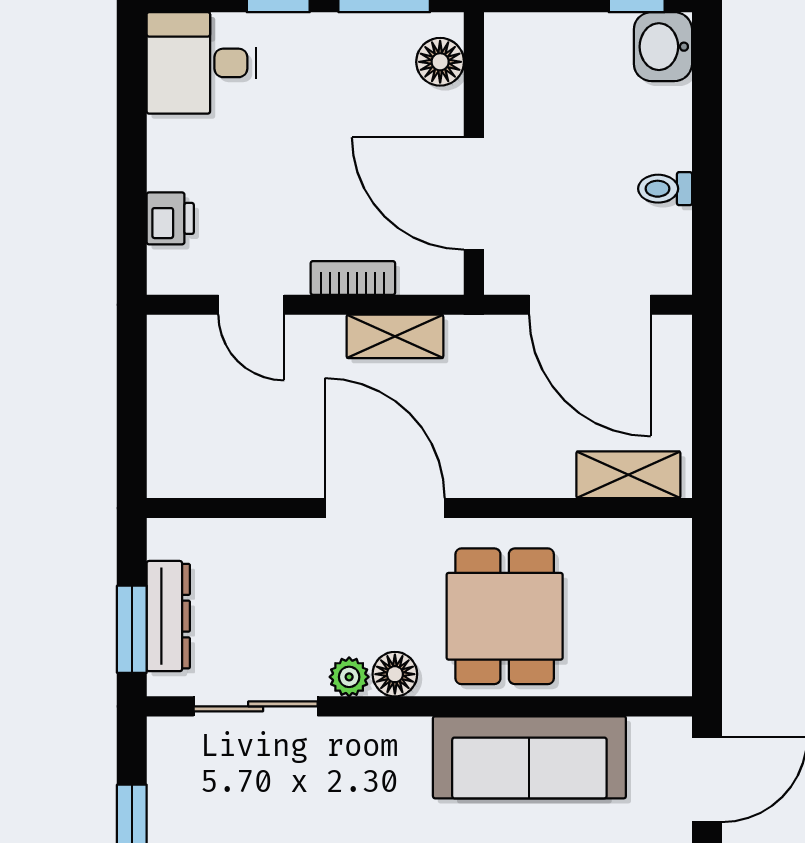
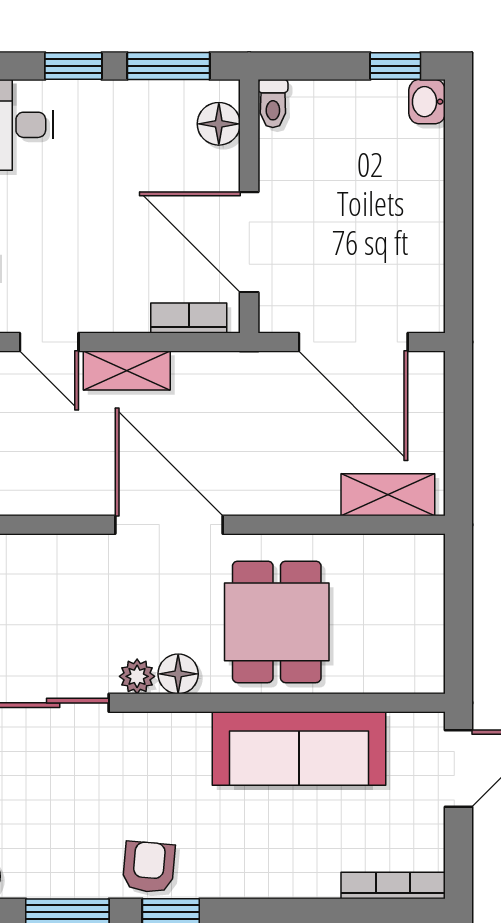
washbasin: (663, 47) -> (427, 102), width x0.72, depth x0.69
toilet: (665, 189) -> (273, 104), moved, turned -90
bookcase: (353, 278) -> (189, 318), moved
shelving: (395, 336) -> (127, 371), moved

